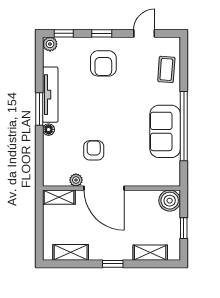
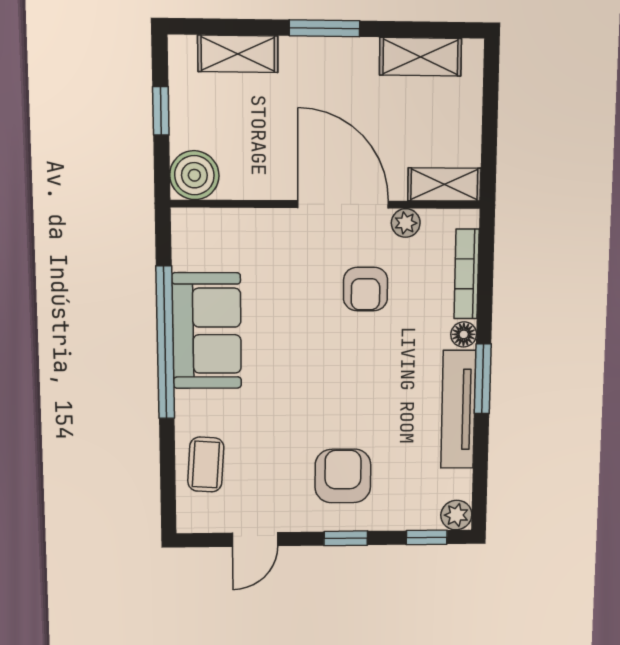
bookcase: (48, 157) -> (467, 274), added
window: (113, 264) -> (324, 28), width x1.50

